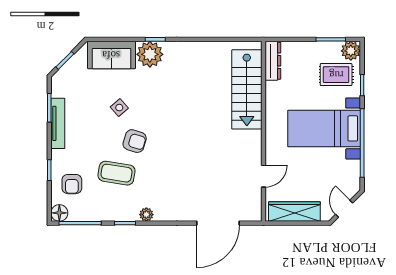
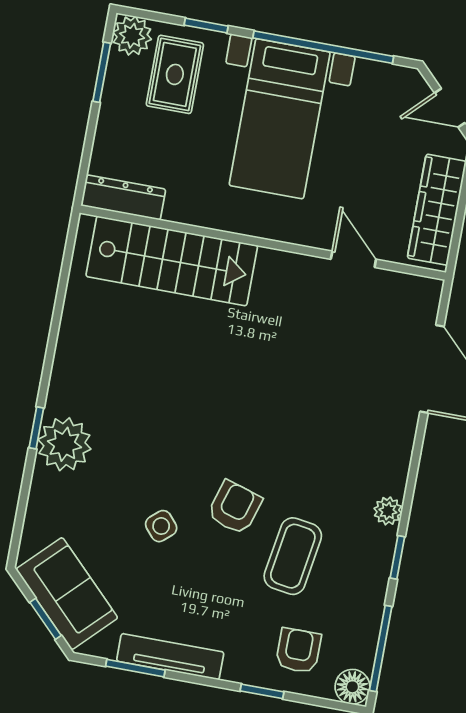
sofa: (111, 55) -> (67, 594), moved, turned -45
armchair: (72, 184) -> (298, 651), turned -90

